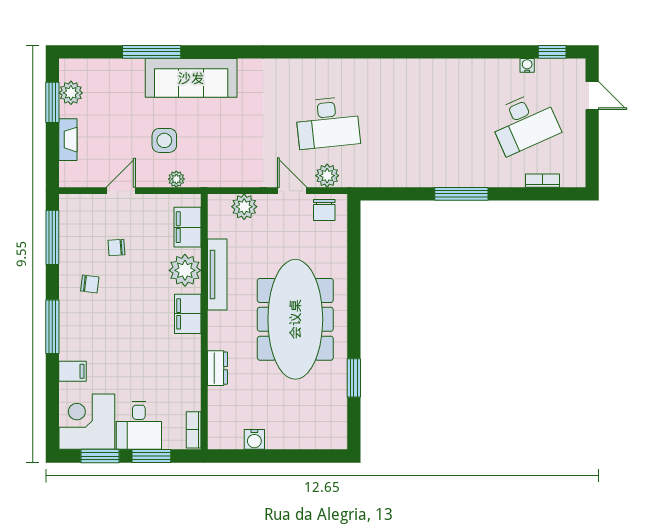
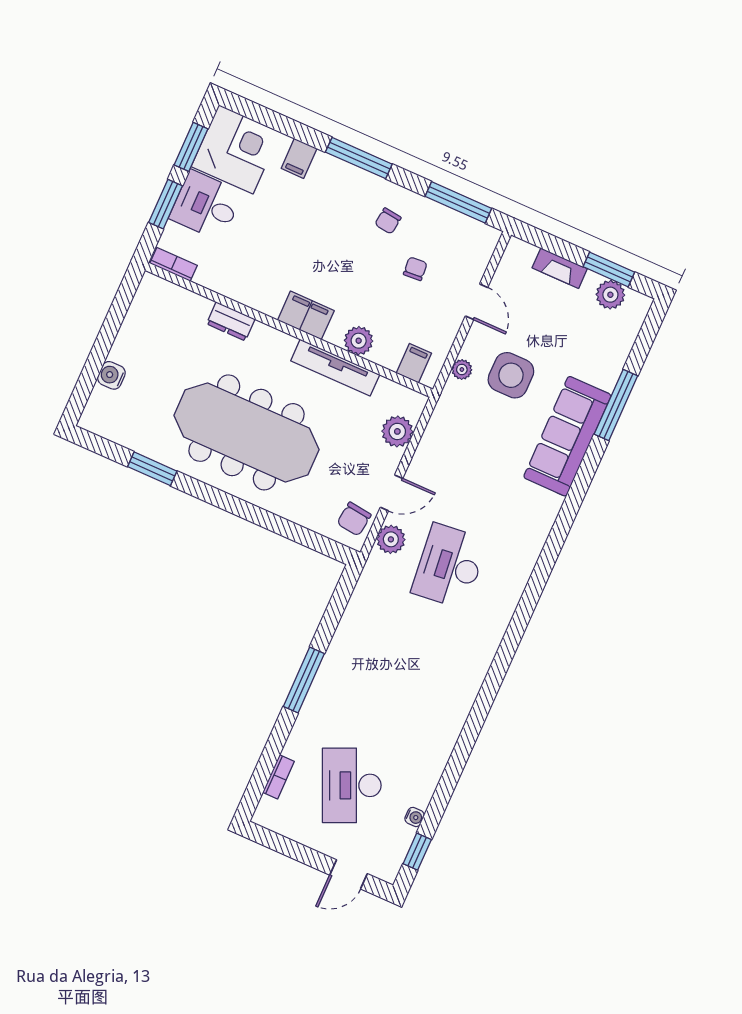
side table: (164, 140) -> (511, 375), width x1.37, depth x1.37
chair: (324, 210) -> (354, 519), turned -83
filing cabinet: (188, 227) -> (414, 363), width x0.50
plant: (185, 270) -> (359, 341), width x0.73, depth x0.73
water cooler: (254, 439) -> (111, 375), moved

